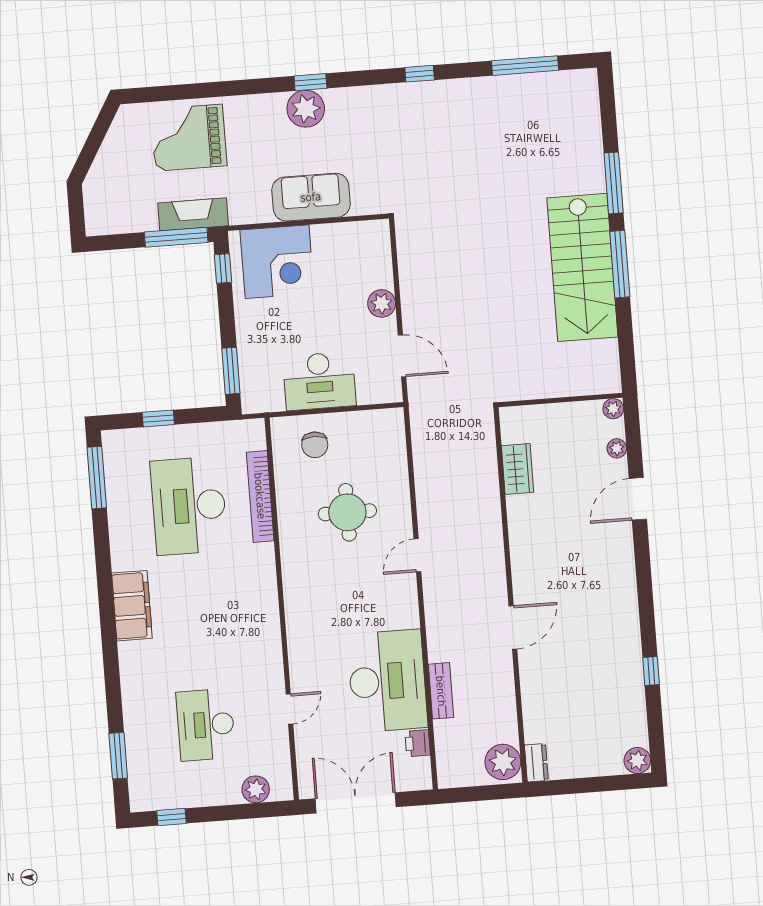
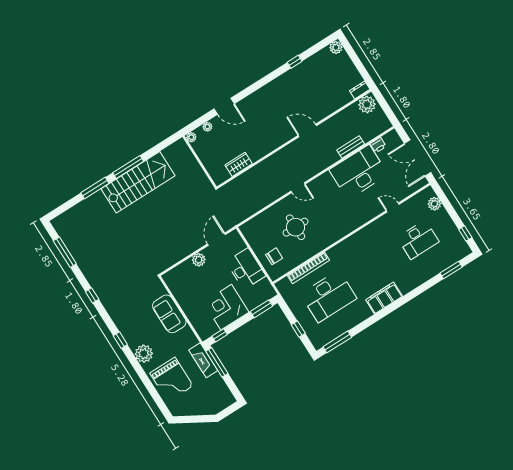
plant: (306, 109) -> (144, 354), moved
corner desk: (277, 262) -> (226, 307), moved, turned -90

